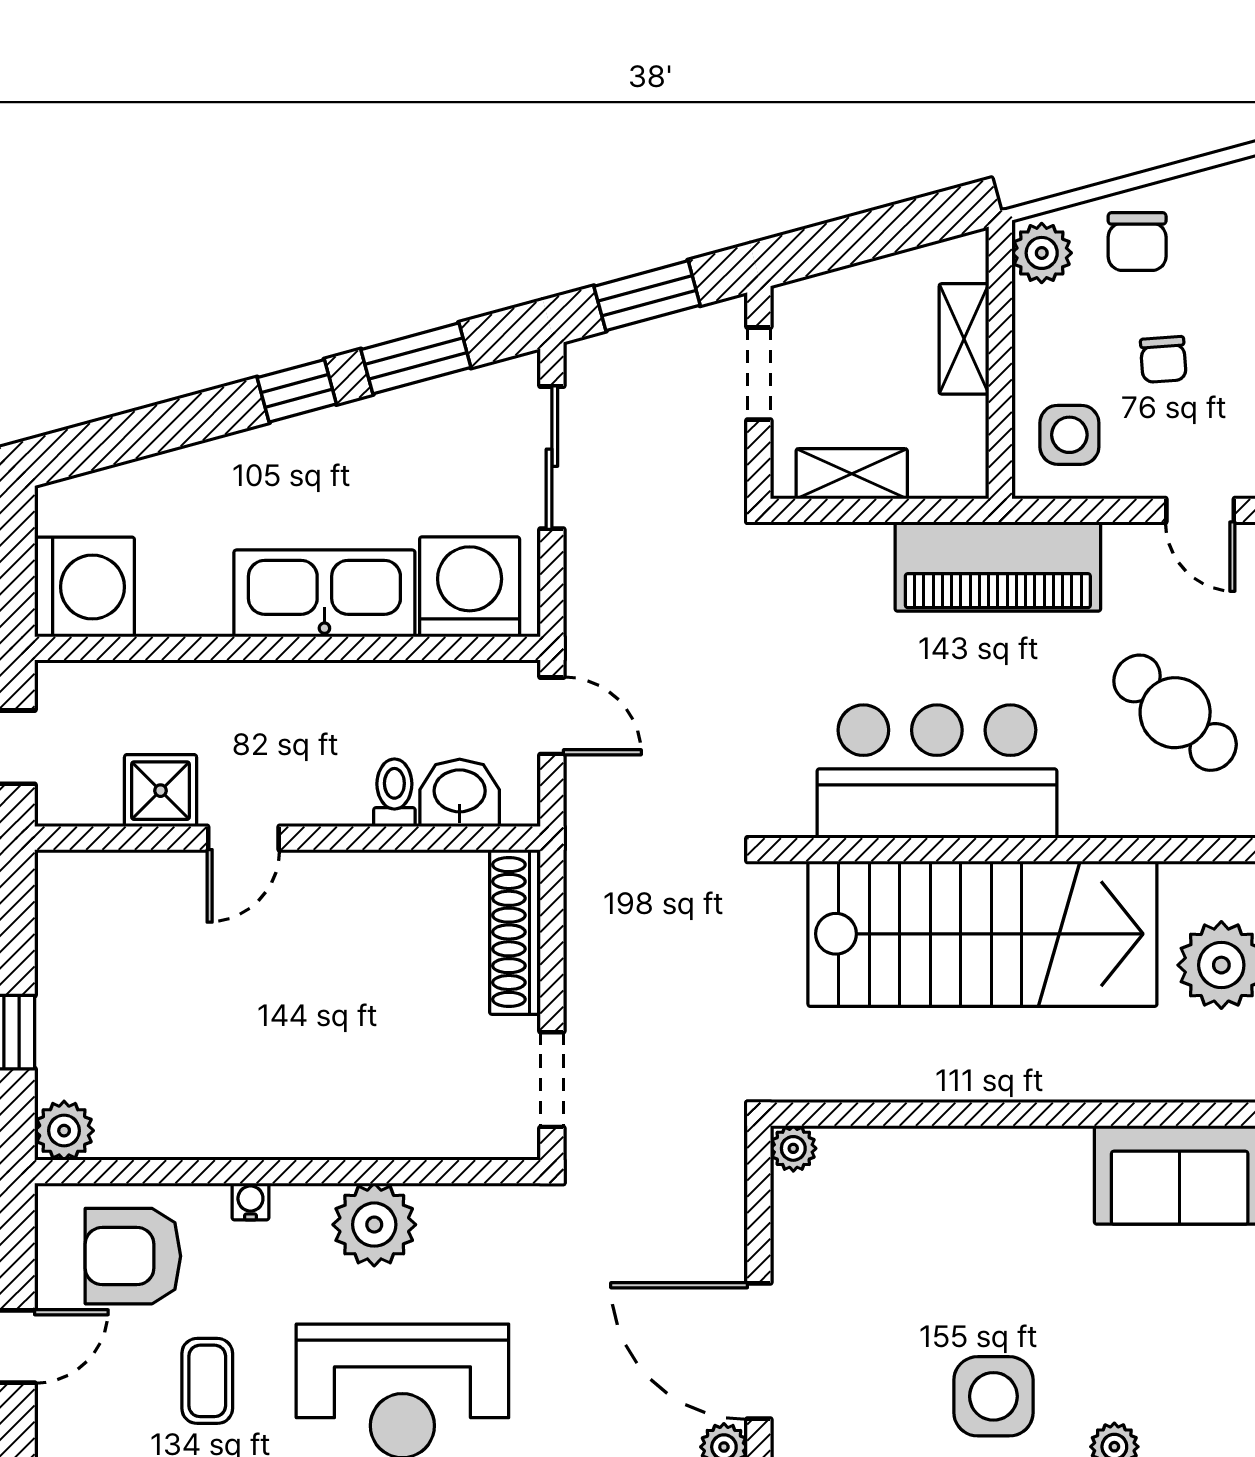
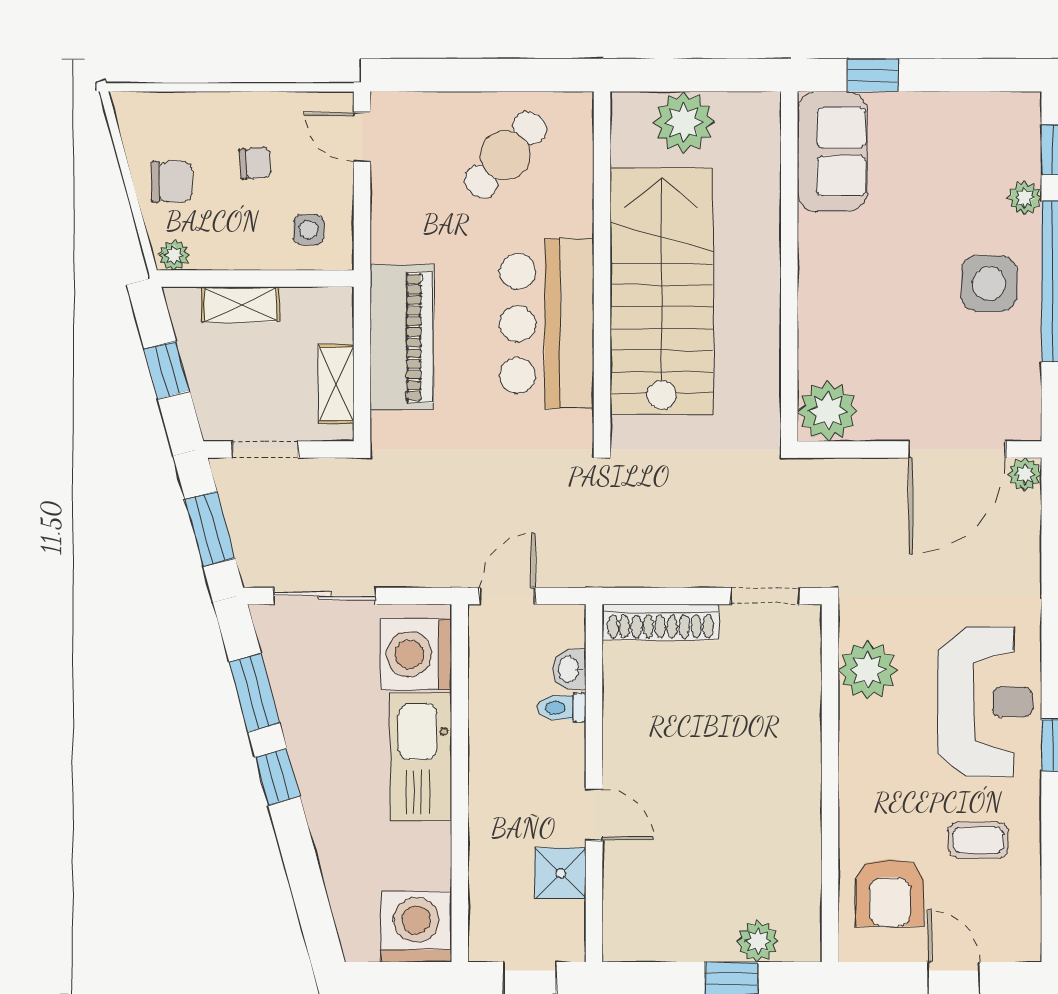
window: (872, 235) -> (167, 370), added
plant: (1042, 253) -> (174, 255), width x0.73, depth x0.73
side table: (1069, 435) -> (309, 230), width x0.73, depth x0.73
door: (1200, 510) -> (362, 137), swing flipped
piano: (998, 567) -> (402, 337), moved
washbasin: (460, 793) -> (569, 669), width x0.72, depth x0.69
plant: (64, 1131) -> (758, 941), moved
plant: (793, 1148) -> (828, 411), width x1.87, depth x1.87
water cooler: (250, 1201) -> (851, 809), removed
plant: (374, 1225) -> (868, 670), moved

